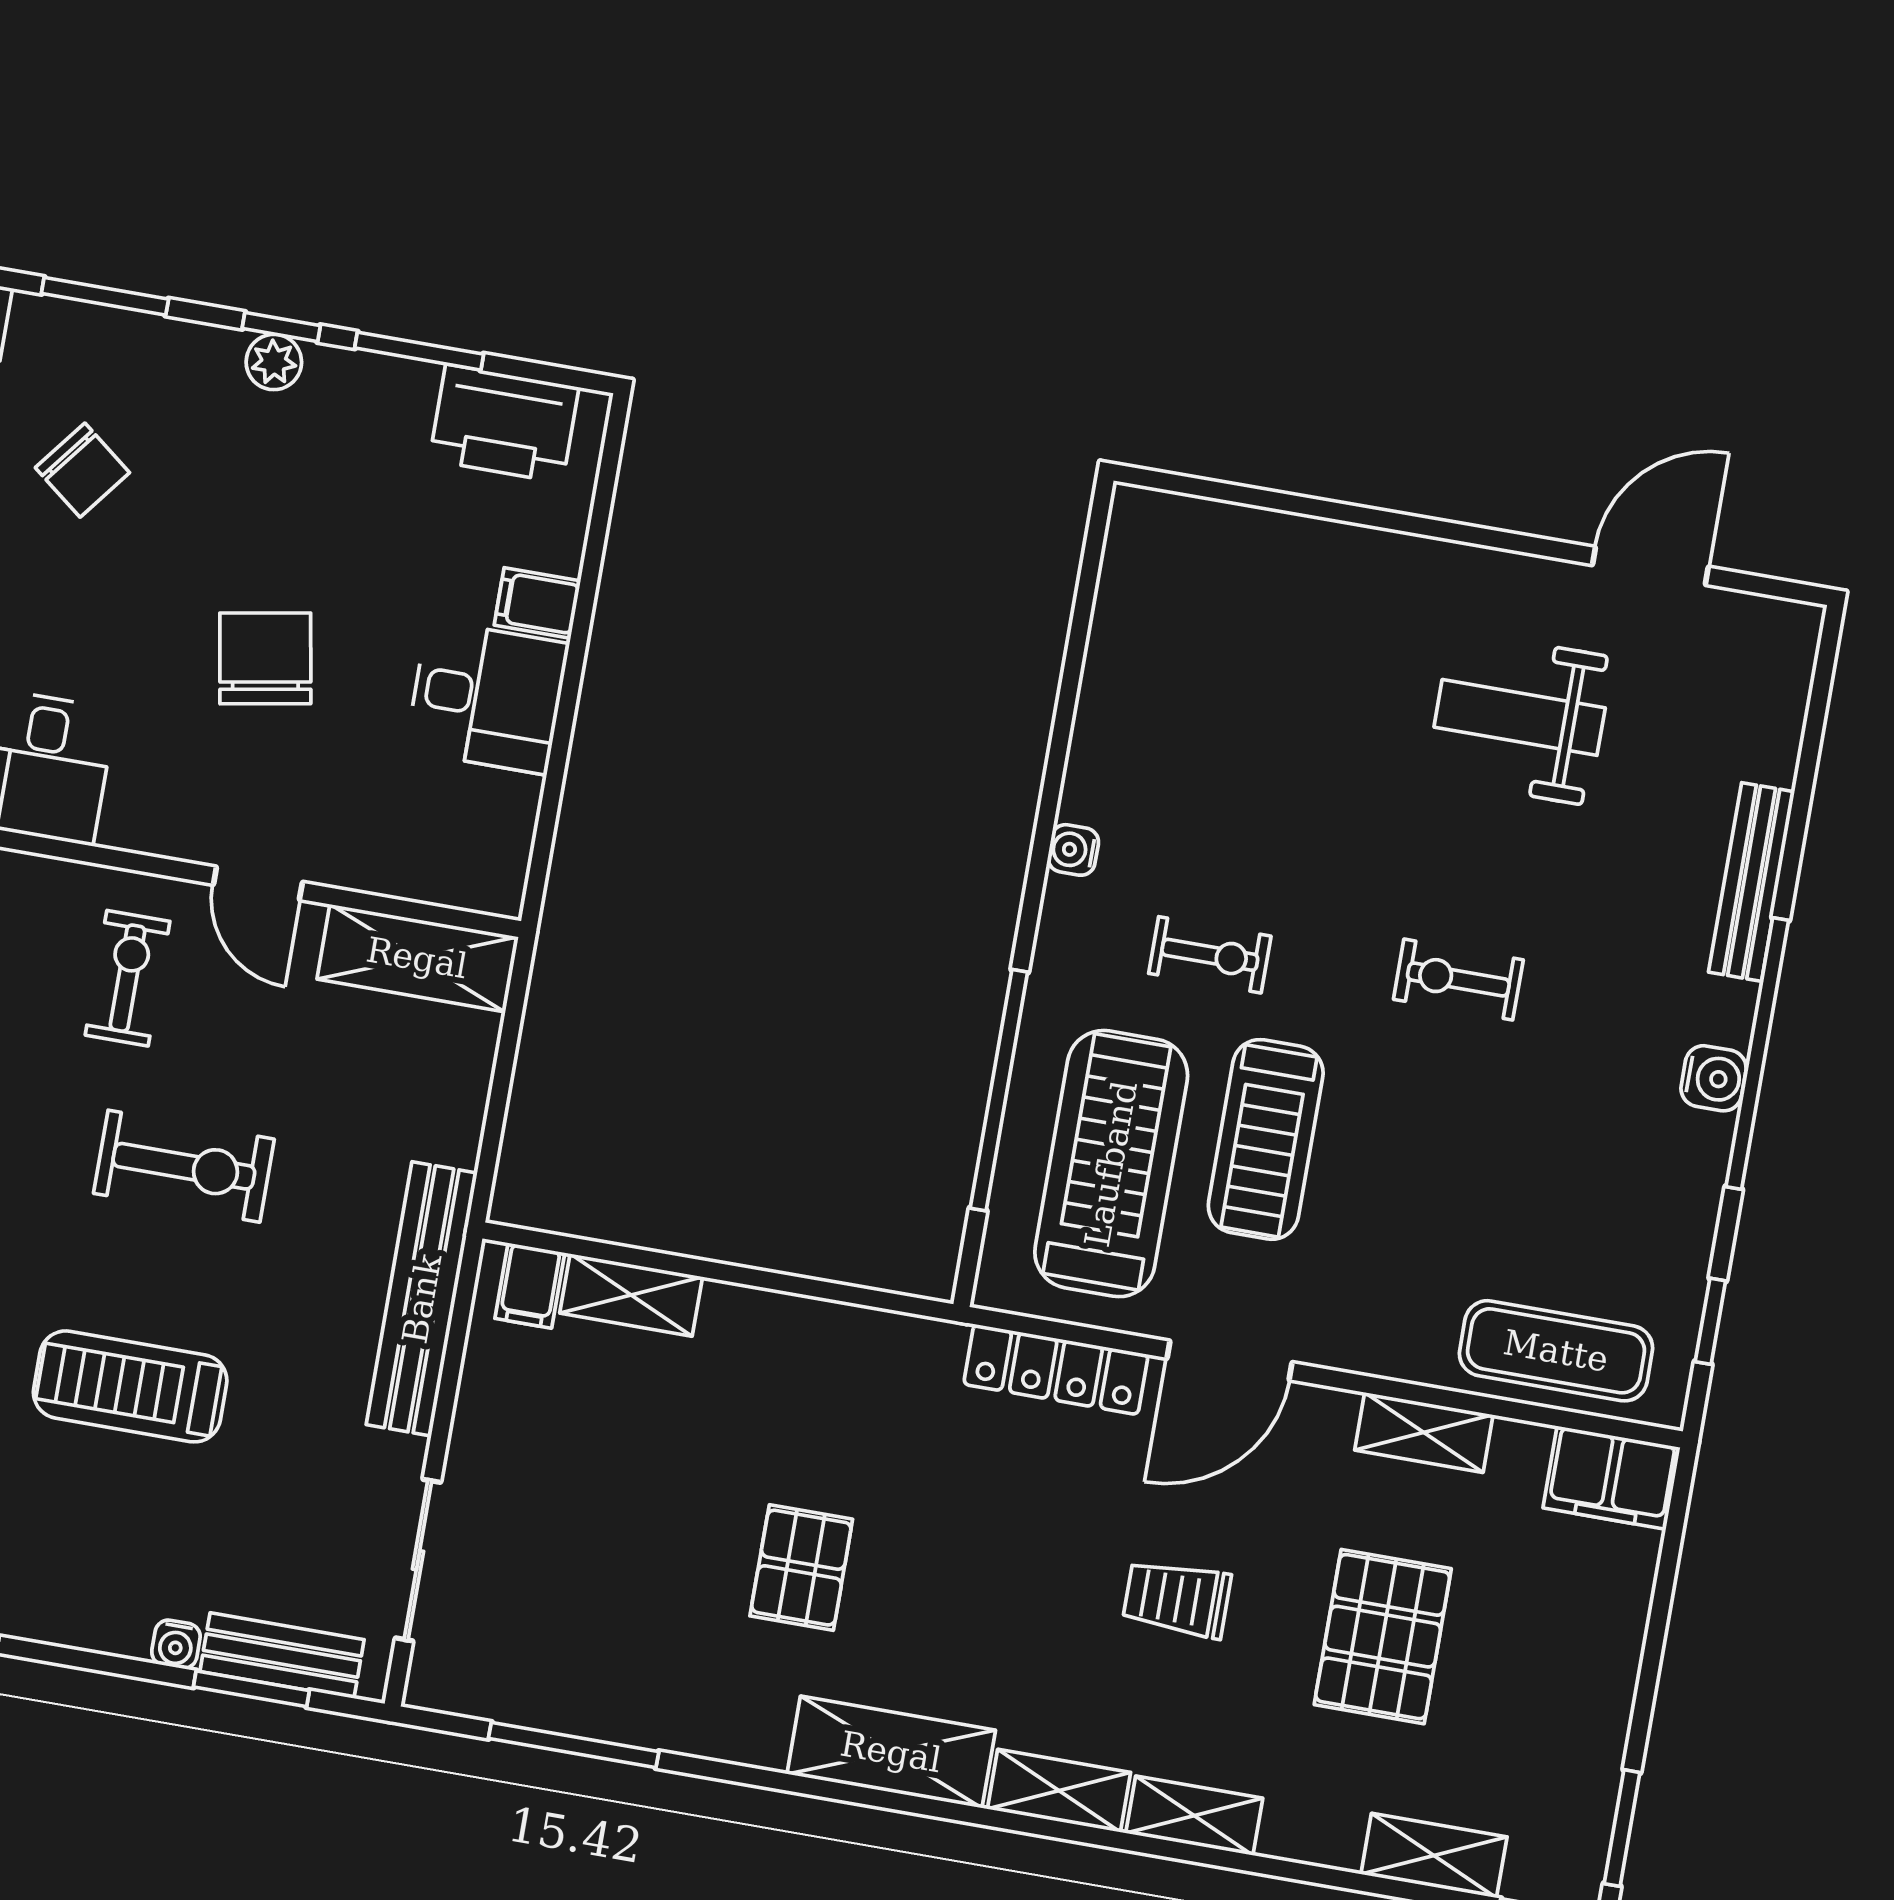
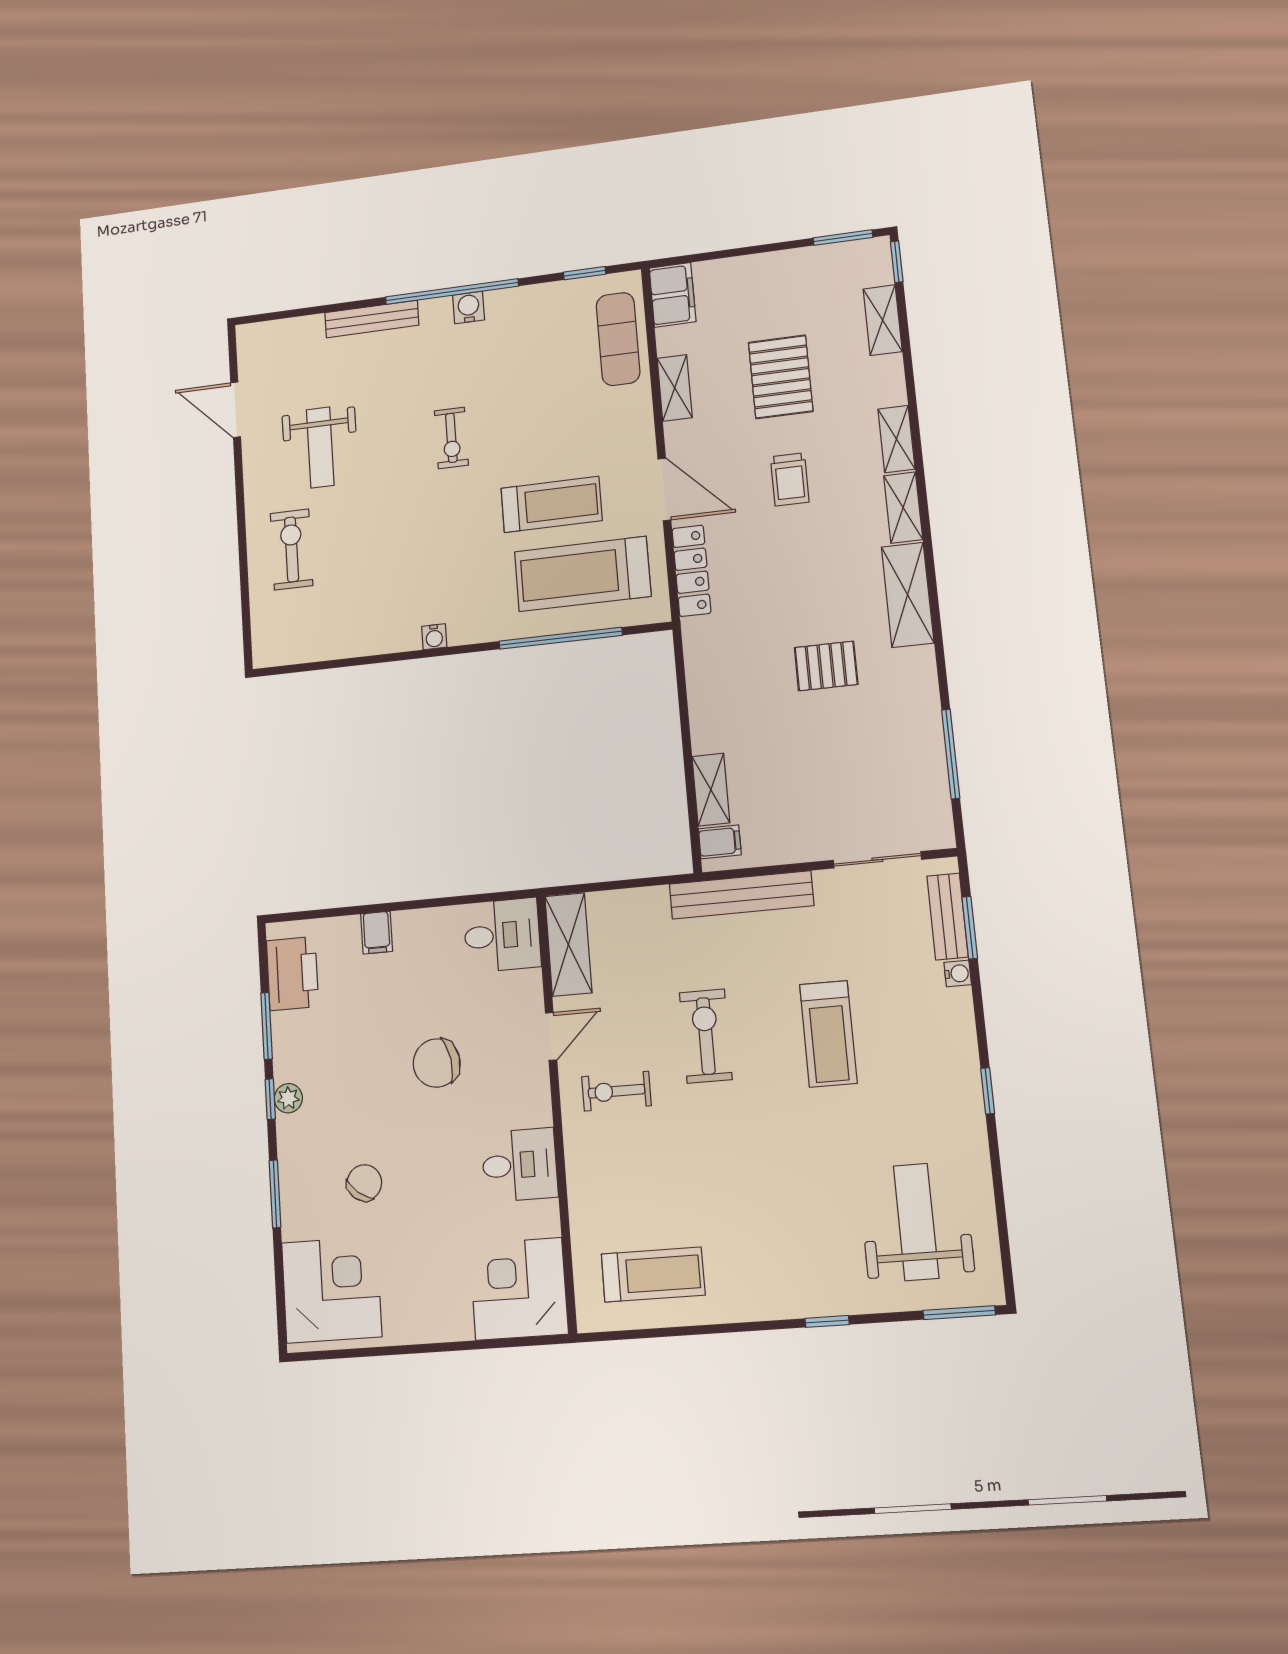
desk: (487, 697) -> (502, 935), moved, turned 90
exercise bike: (1210, 955) -> (292, 550), moved, width x1.38, depth x1.39
pallet: (1383, 1637) -> (781, 377), turned 90

